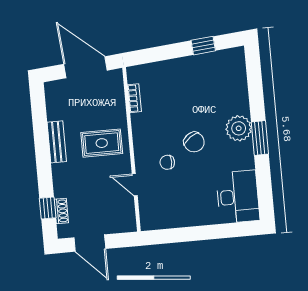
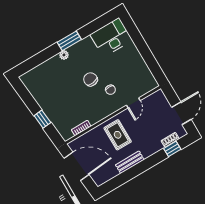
window: (203, 46) -> (42, 119), moved
door: (86, 67) -> (77, 166), swing flipped
plant: (239, 128) -> (64, 55), width x0.53, depth x0.53
chair: (194, 142) -> (91, 79), turned -63

